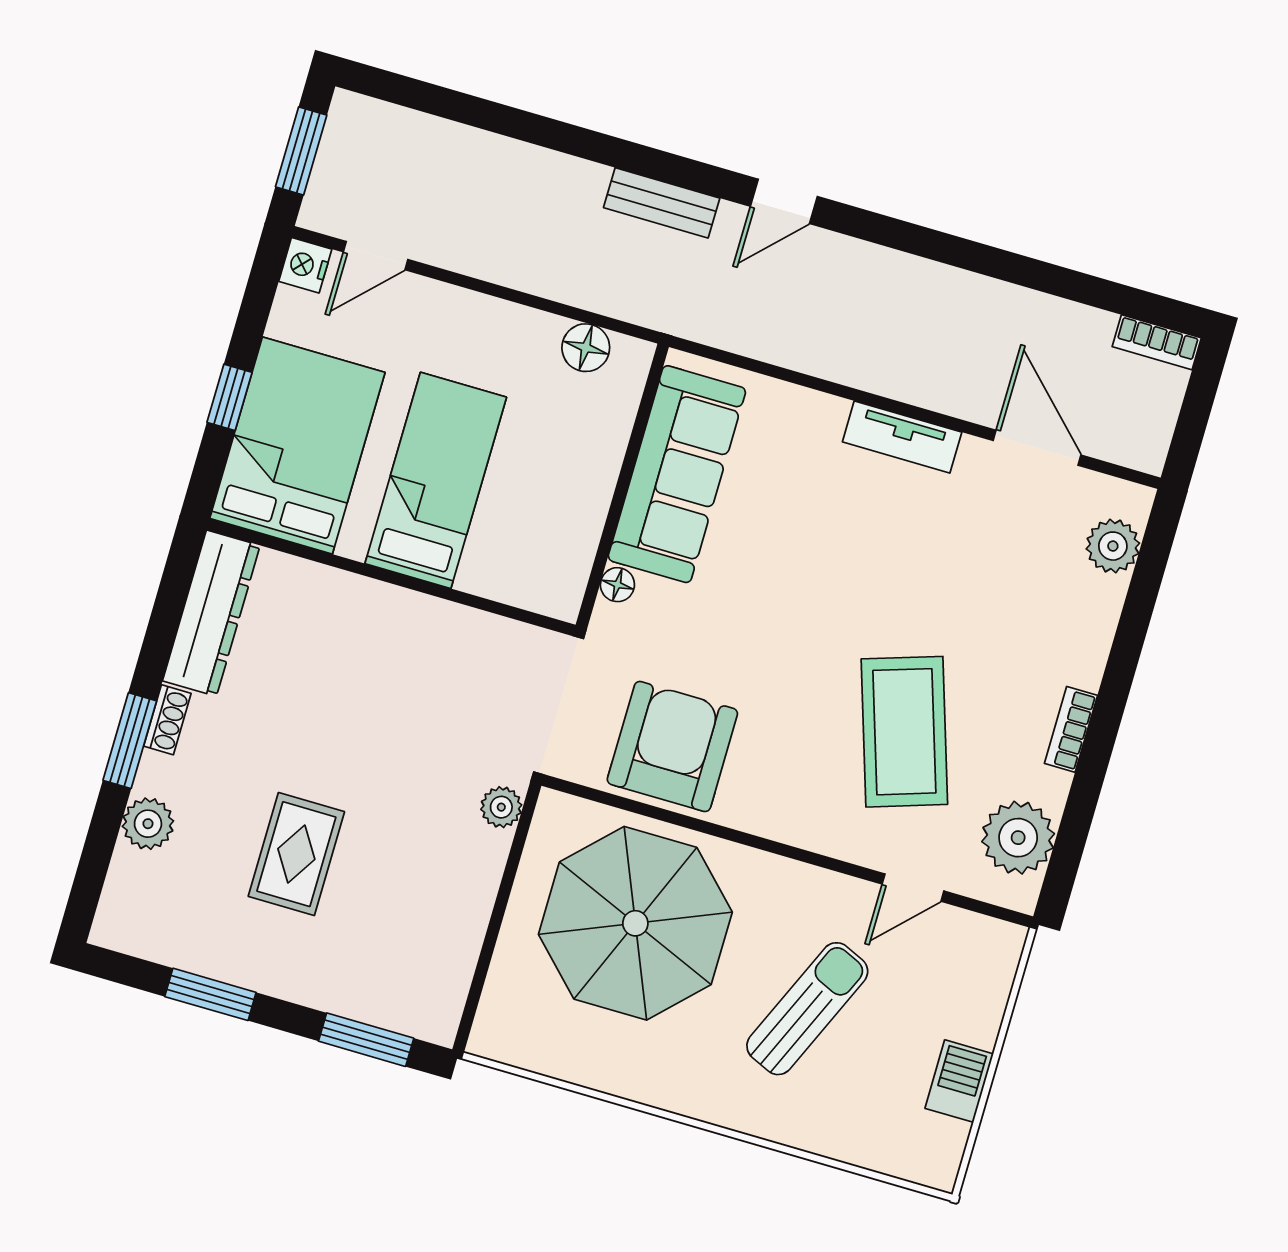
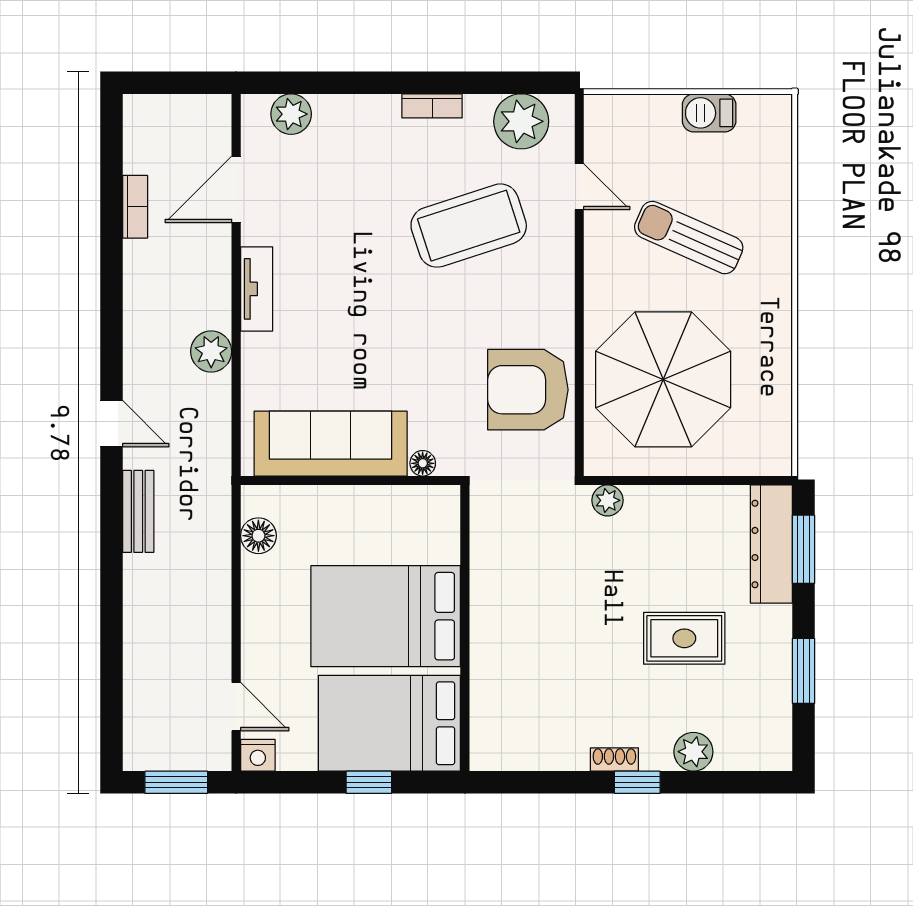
bookcase: (1157, 342) -> (135, 207), moved
plant: (839, 356) -> (211, 351), added
bed: (436, 480) -> (386, 616), width x1.50
dresser: (211, 613) -> (771, 544), moved, turned -90
window: (130, 741) -> (637, 782), width x0.67

